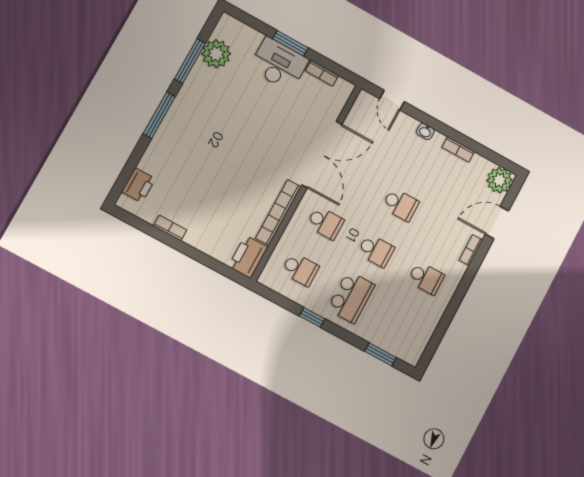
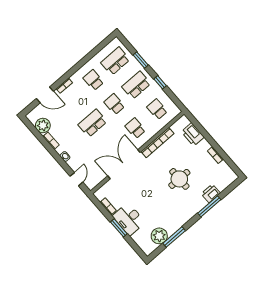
window: (159, 115) -> (209, 206), moved
round table: (218, 164) -> (179, 179), added
plant: (500, 180) -> (43, 125), moved
printer: (139, 185) -> (211, 193), moved
school desk: (401, 204) -> (92, 123), width x1.85
printer: (248, 257) -> (193, 134), moved, turned 90
school desk: (402, 324) -> (115, 61), added
window: (380, 354) -> (141, 60), moved

